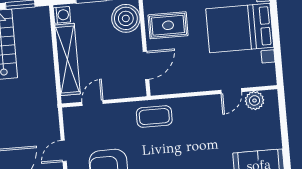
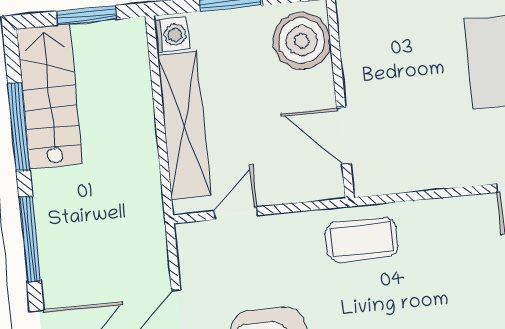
rug: (168, 25) -> (388, 54), removed
door: (146, 65) -> (344, 136), swing flipped

